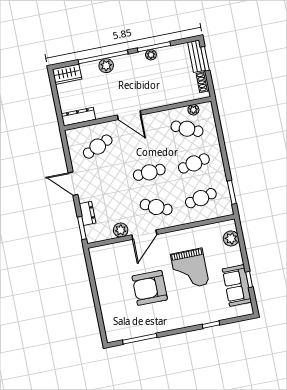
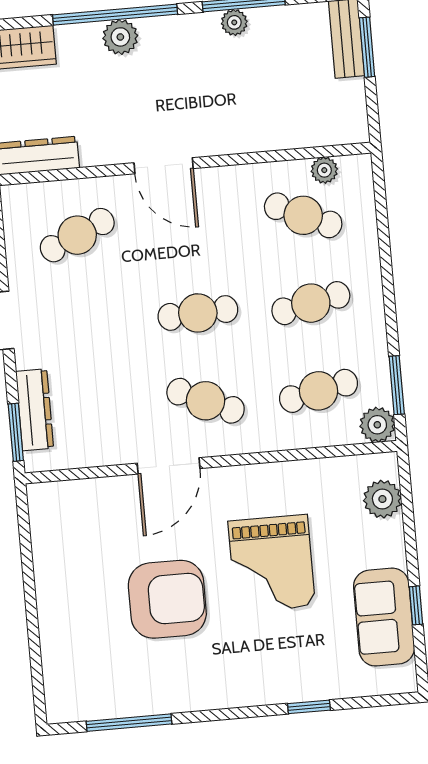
shoe rack: (203, 82) -> (355, 104), removed
dresser: (87, 213) -> (35, 410), width x1.44
plant: (121, 230) -> (377, 425), moved
armchair: (150, 288) -> (167, 599), turned 180

